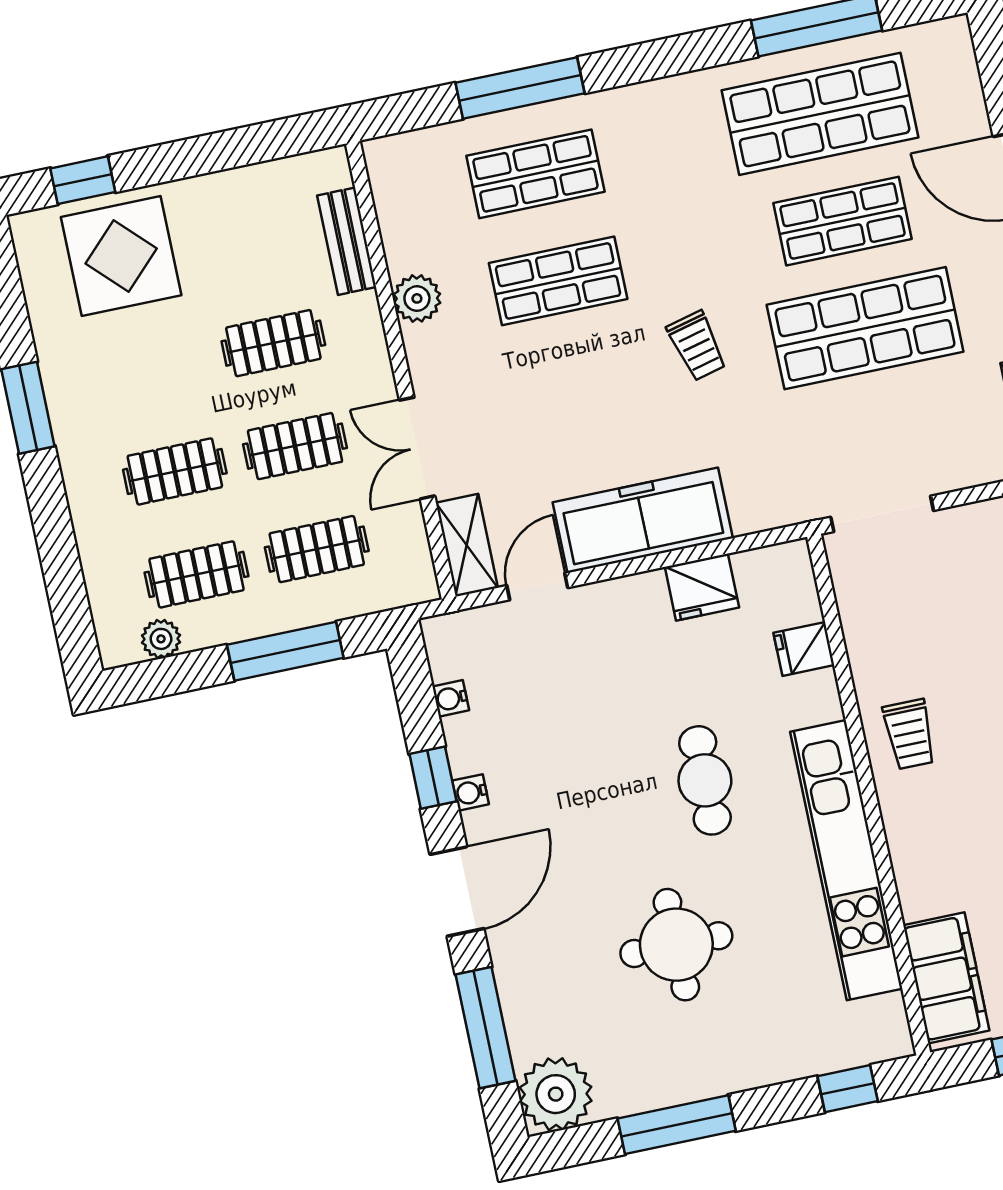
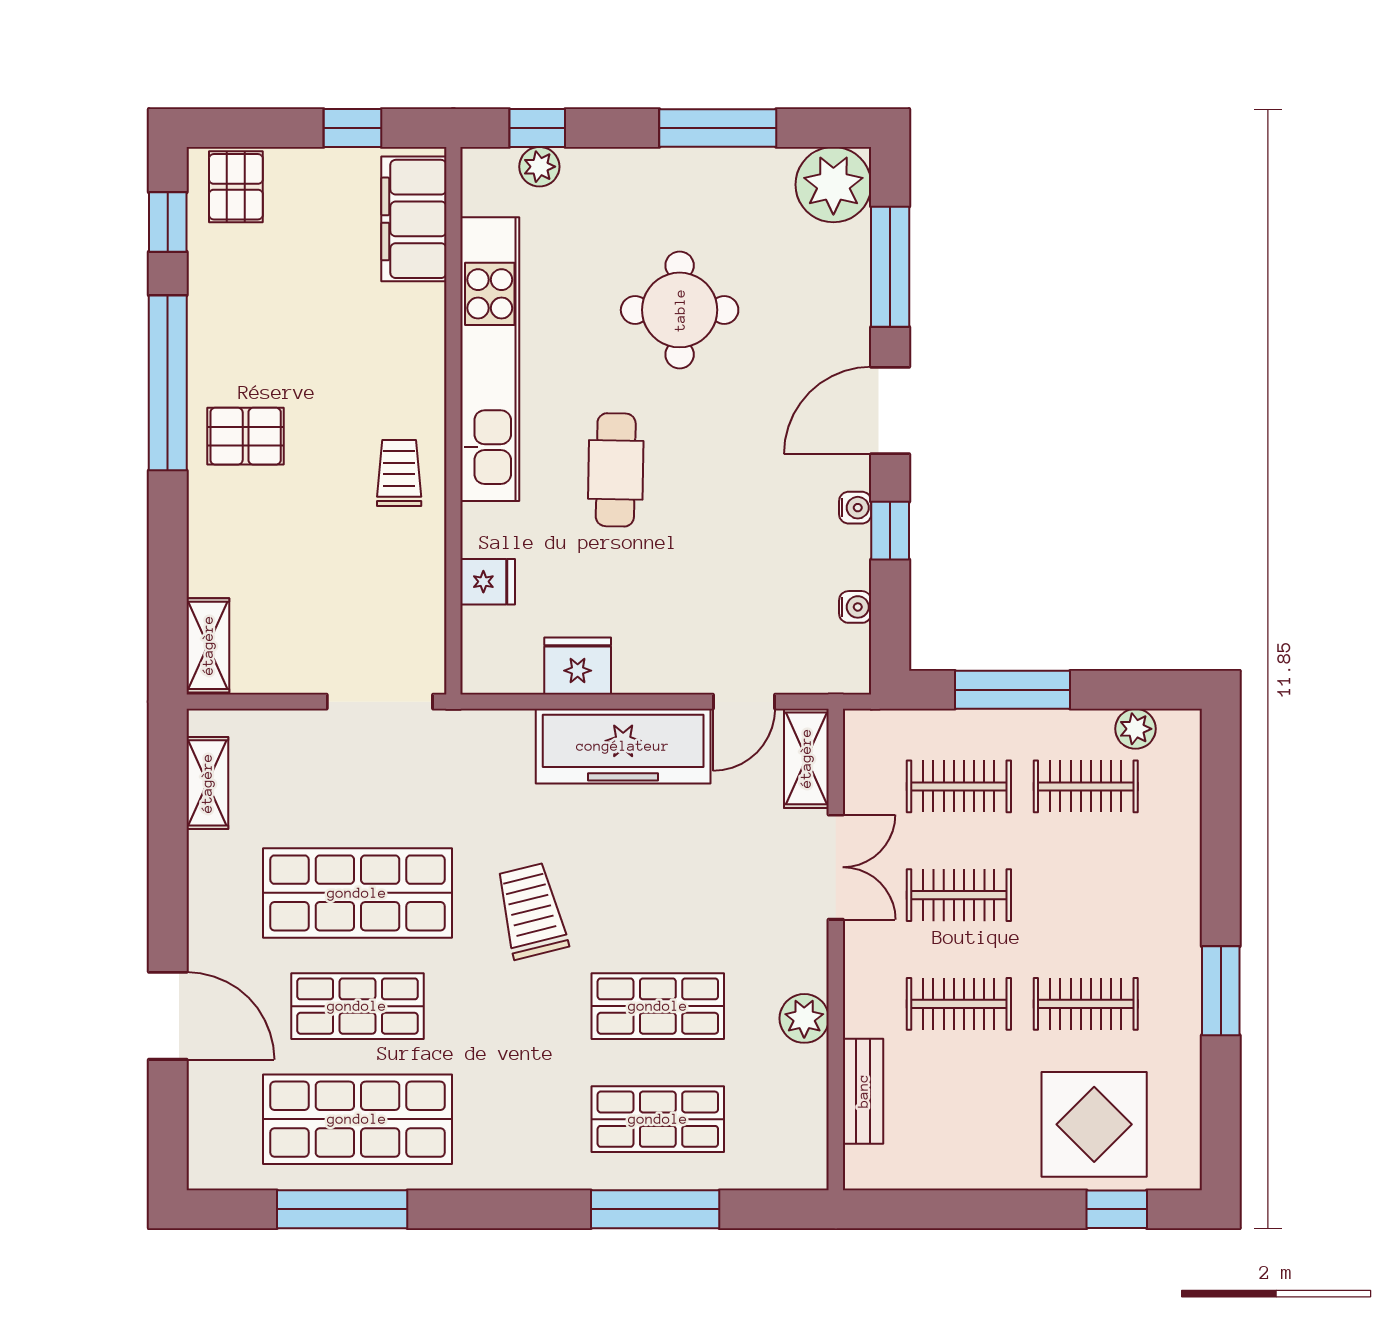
trolley: (697, 346) -> (531, 911), width x1.36, depth x1.39
clothes rail: (175, 471) -> (1086, 1004), moved
plant: (838, 1052) -> (539, 167), added

